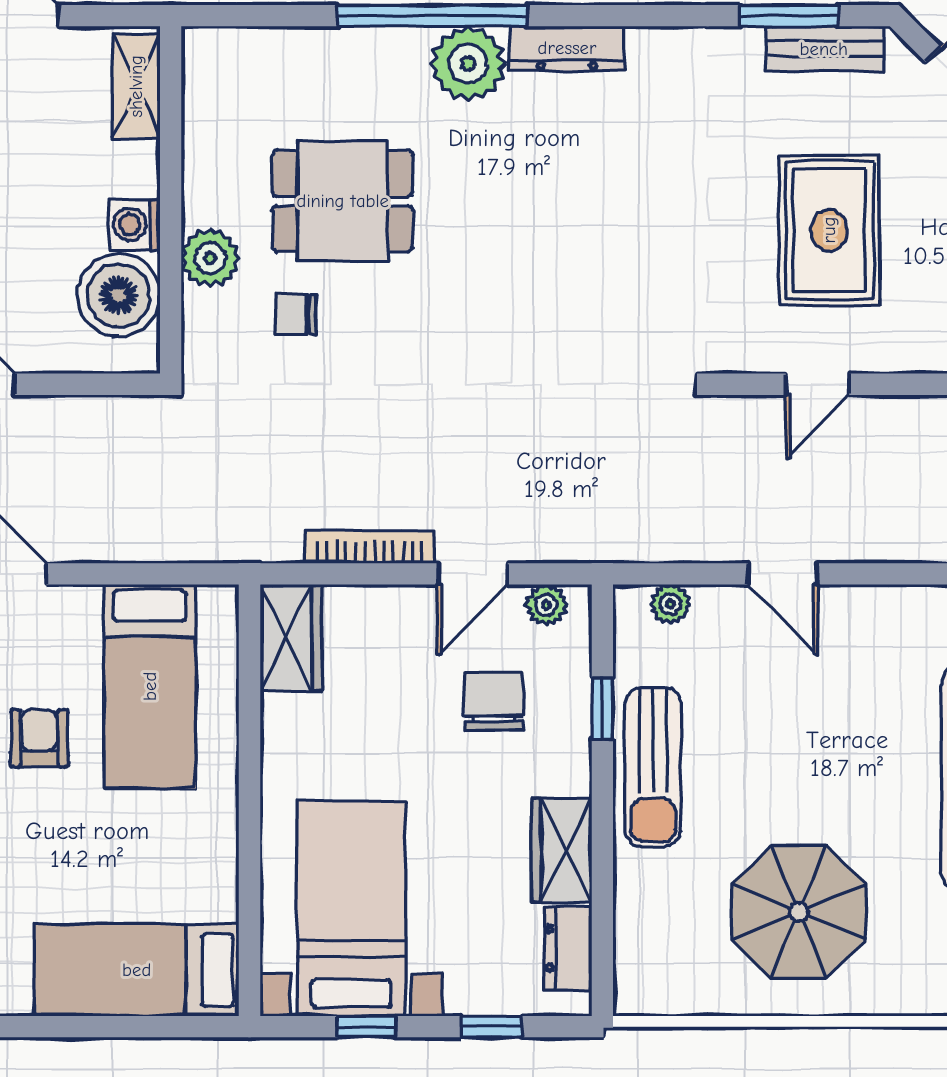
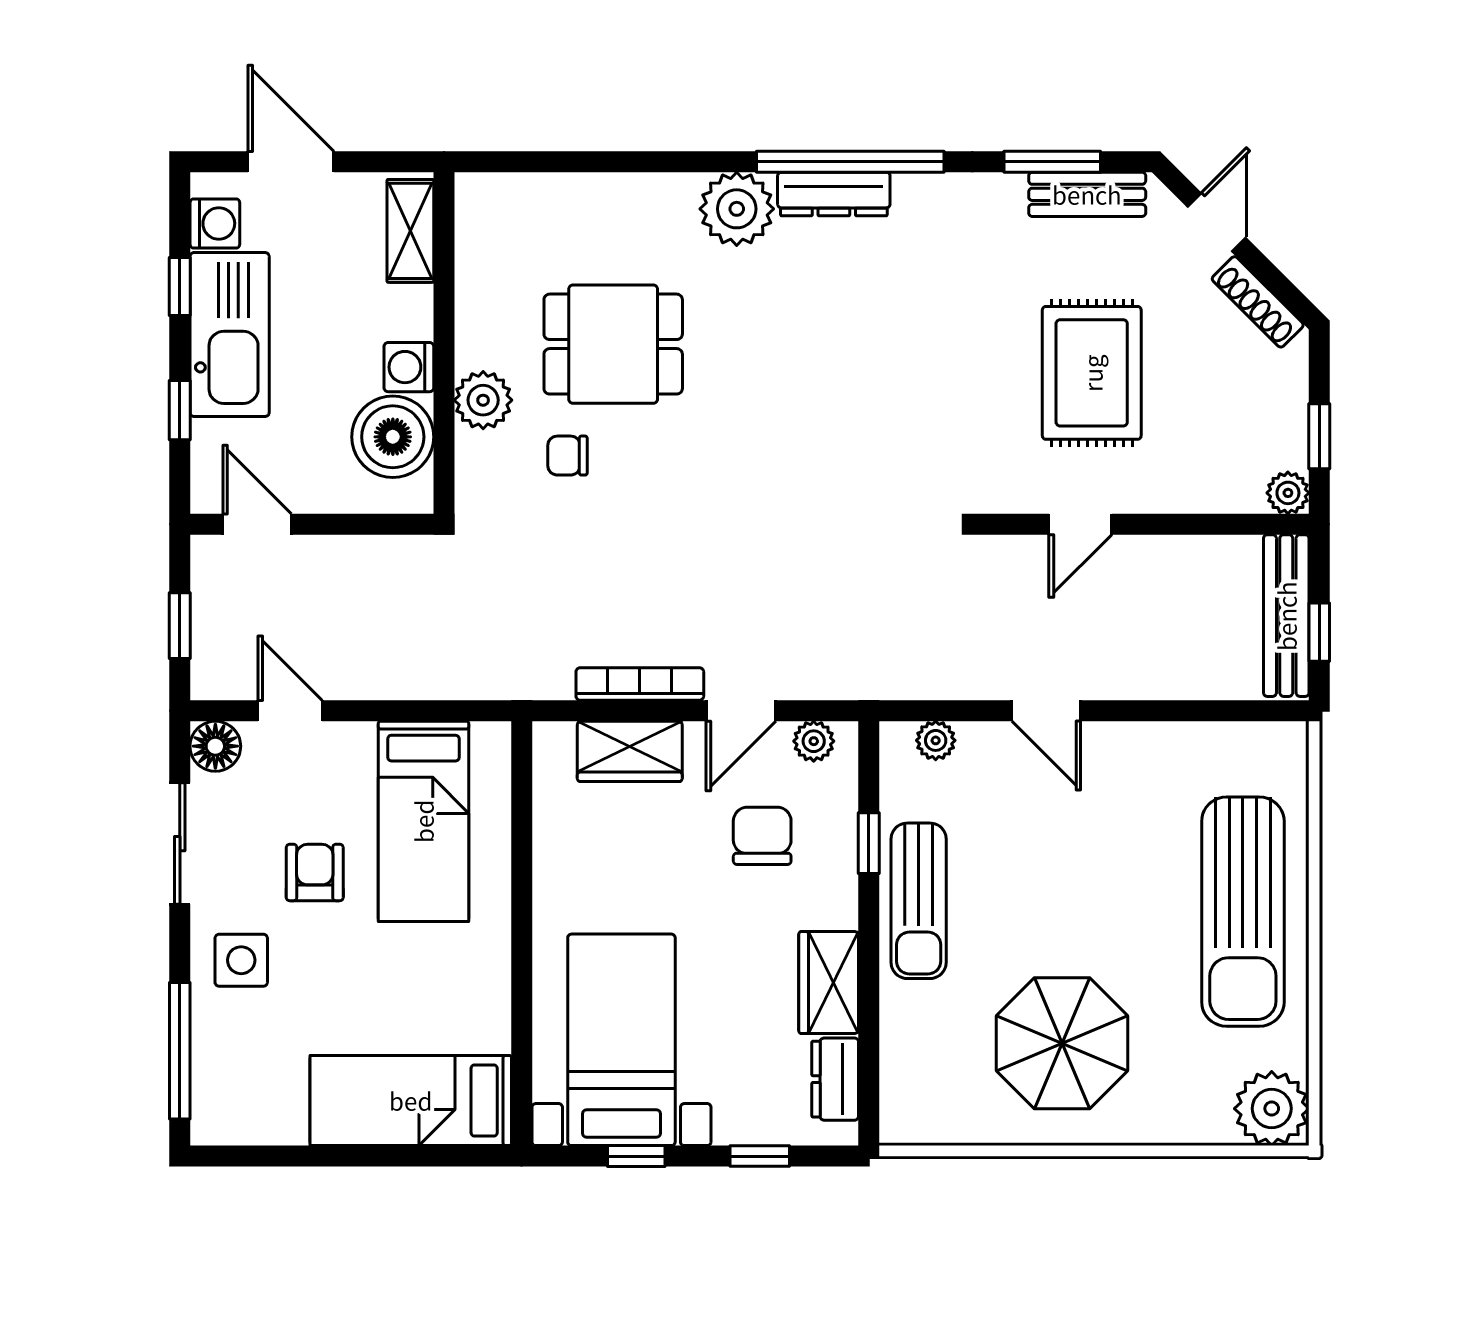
window: (432, 16) -> (850, 162), moved
wardrobe: (291, 637) -> (630, 751), moved, turned 90

